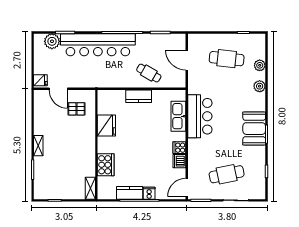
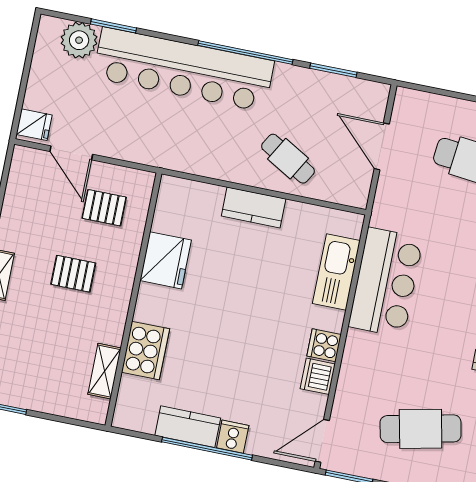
pallet: (69, 139) -> (73, 274), added
shelving: (90, 188) -> (105, 371), moved

